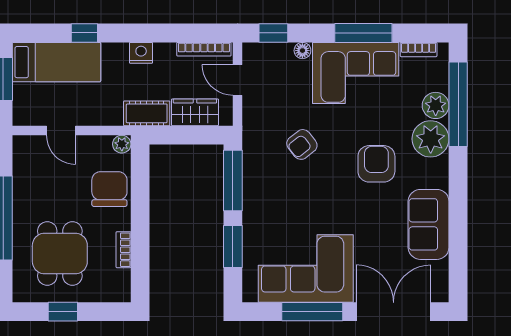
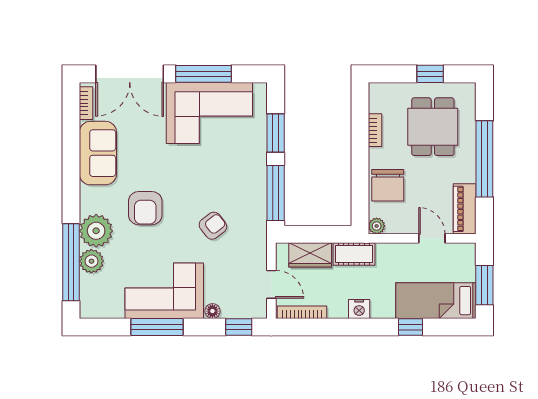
bookcase: (419, 50) -> (86, 103), moved, turned 90
piano: (25, 163) -> (465, 209), added

